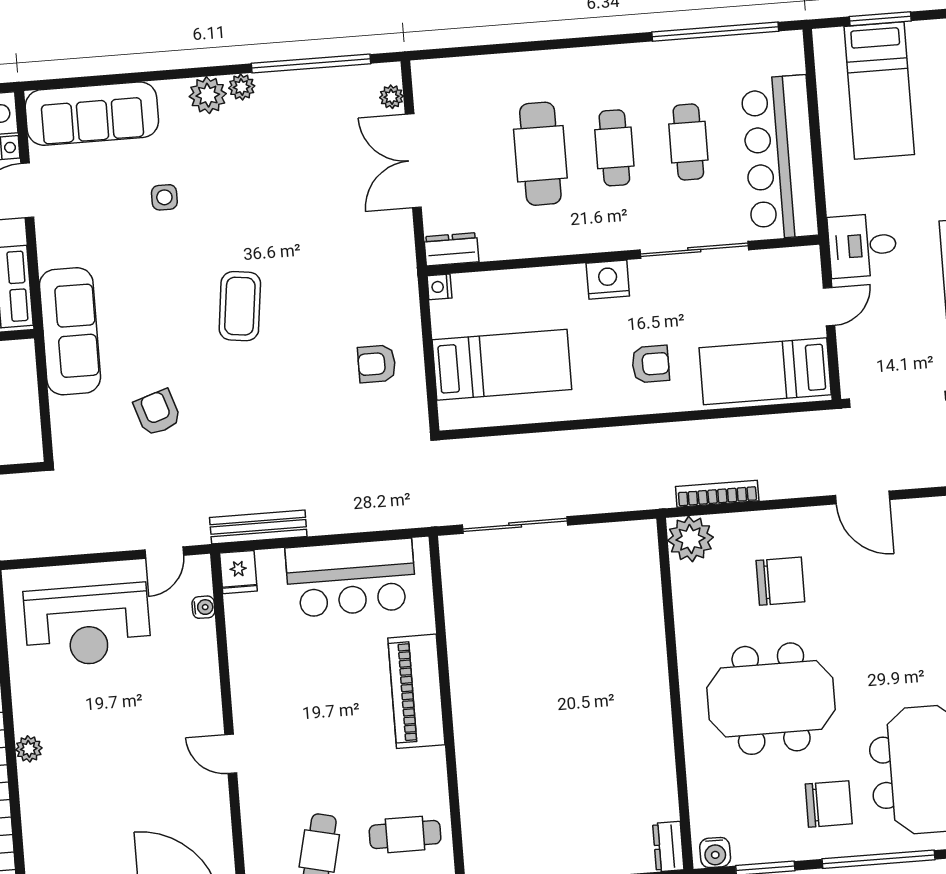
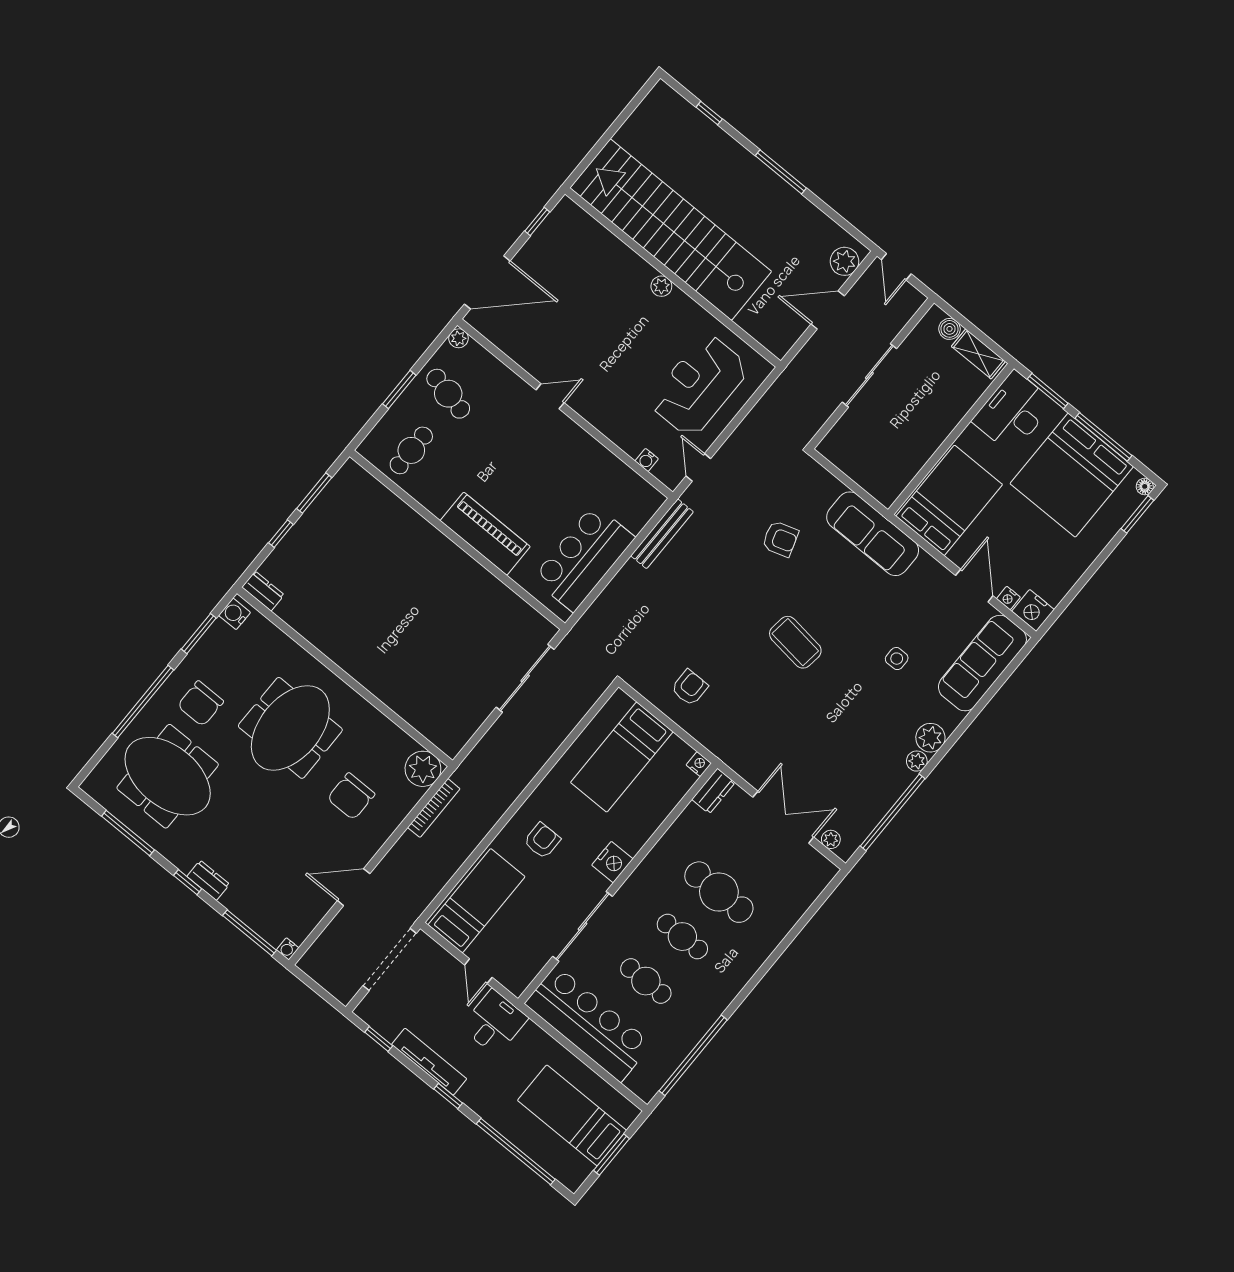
armchair: (651, 364) -> (542, 841), turned 180
fridge: (238, 572) -> (647, 498), removed

